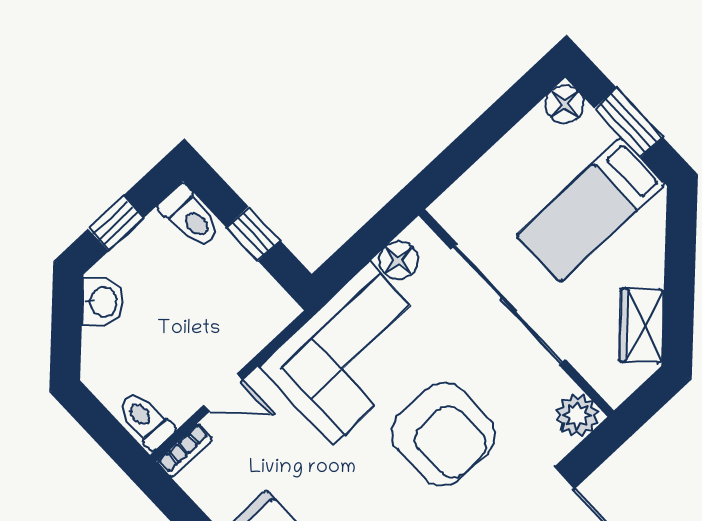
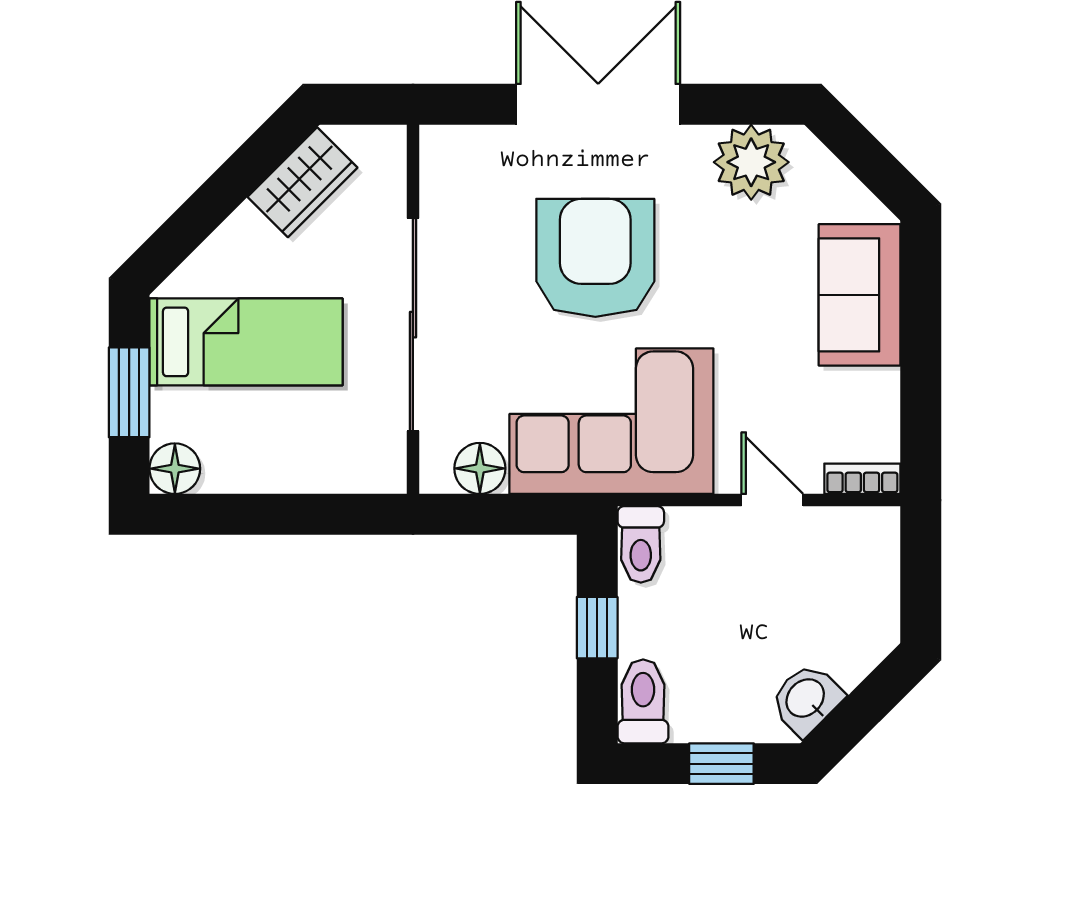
plant: (577, 416) -> (448, 153), removed
toilet: (145, 420) -> (641, 544), moved

